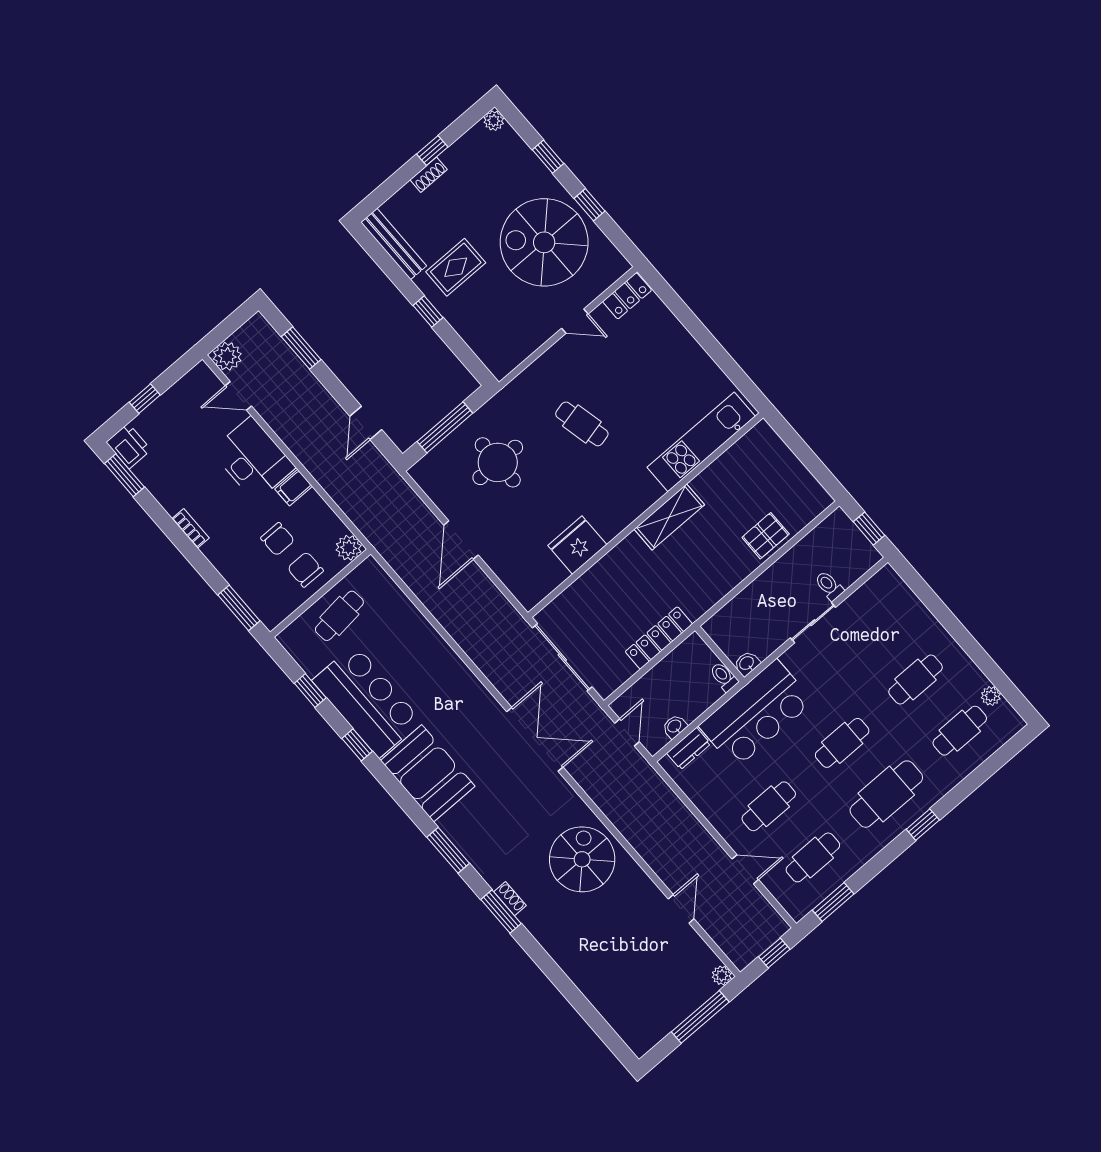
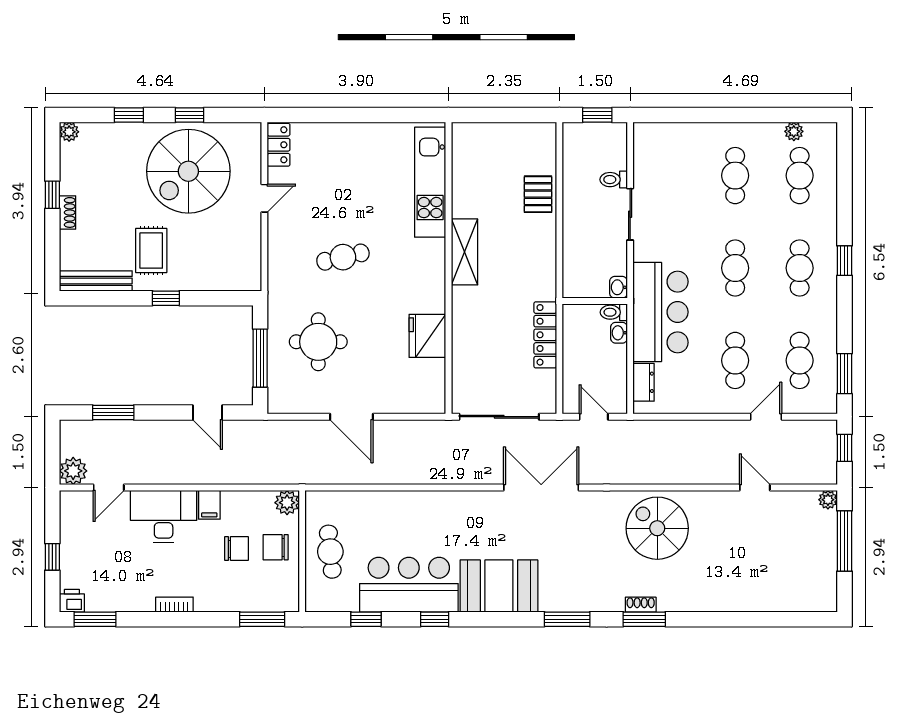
printer: (129, 446) -> (72, 601), width x0.73, depth x0.81
washbasin: (675, 726) -> (619, 333), moved
cafe table: (886, 794) -> (800, 268), width x0.73, depth x0.74

